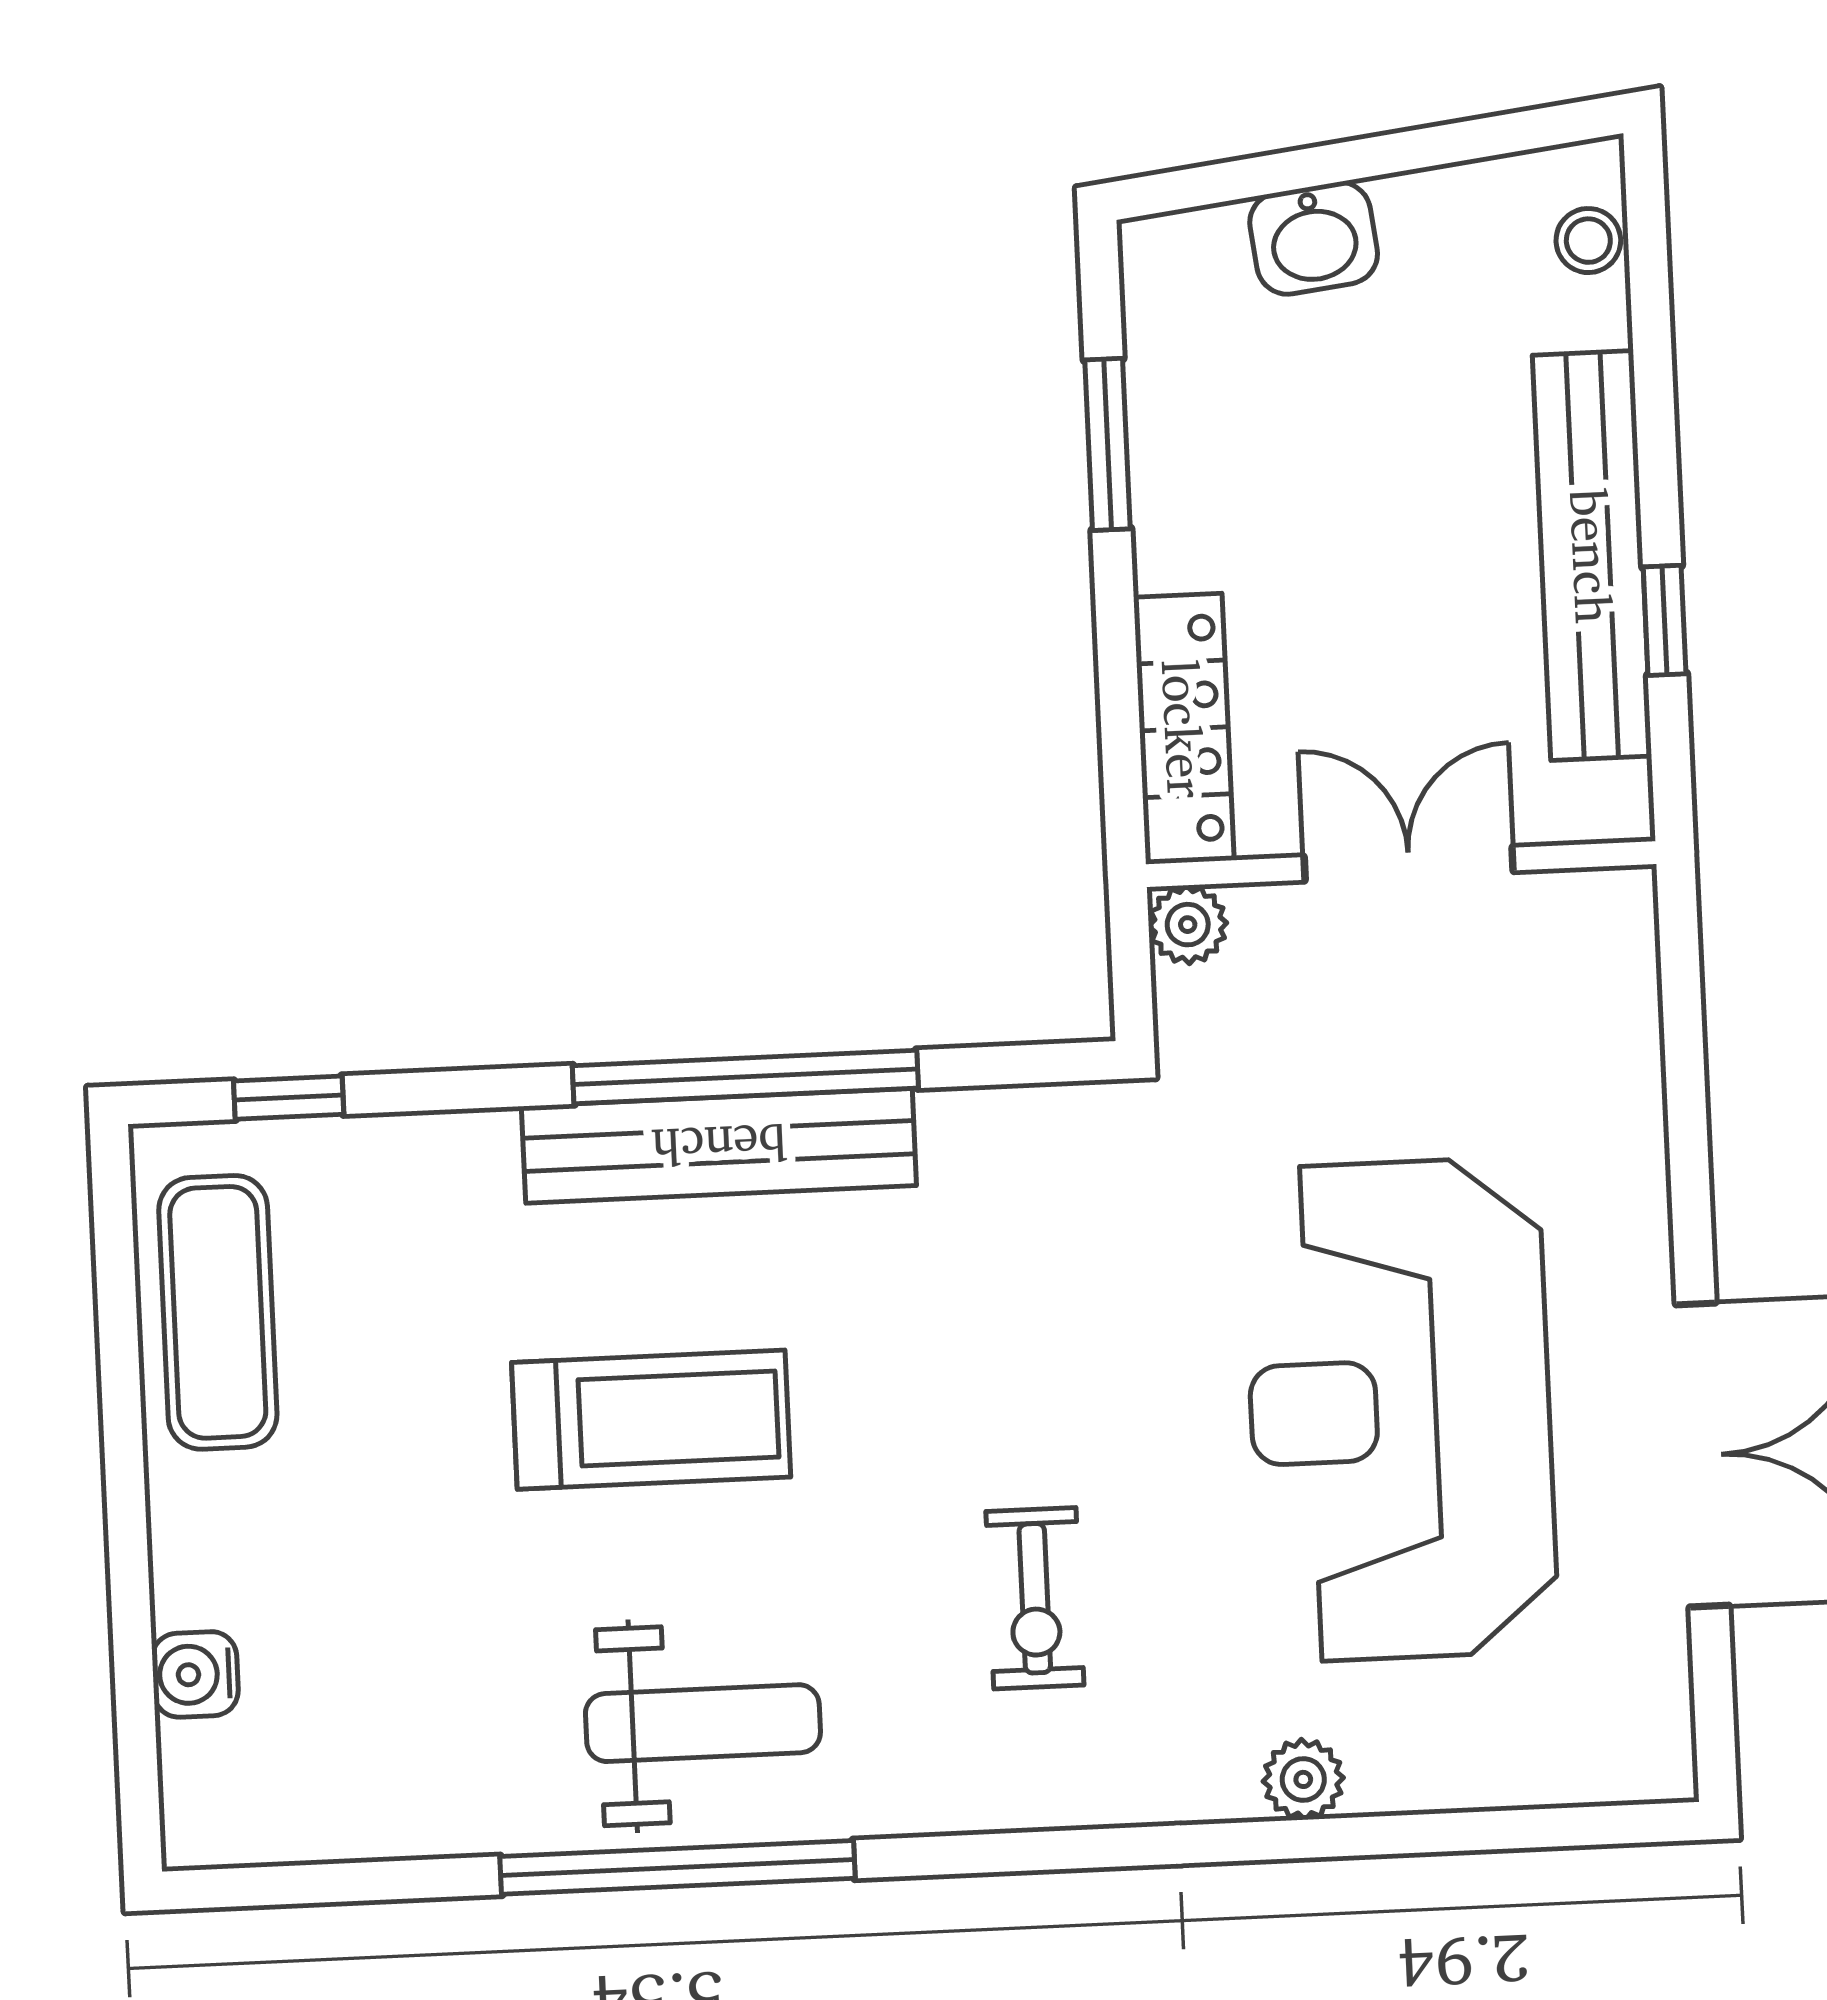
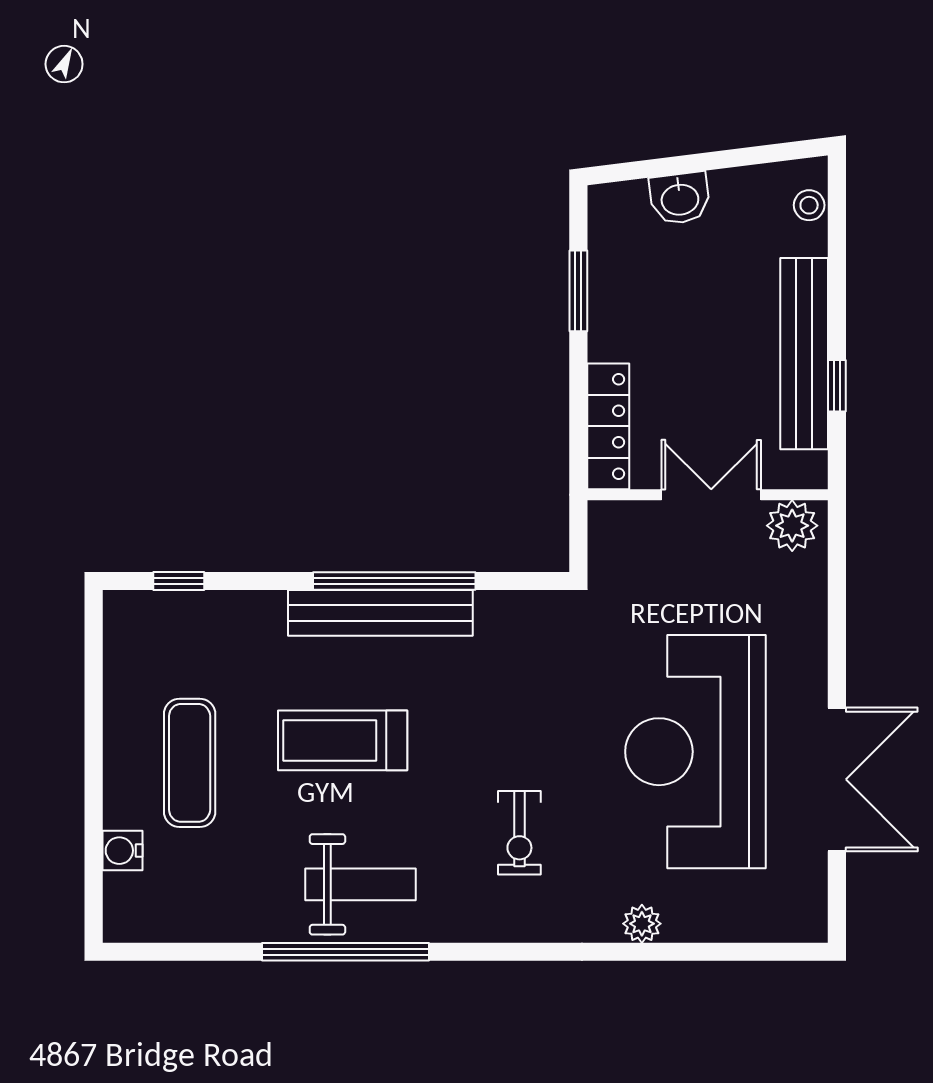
plant: (1188, 925) -> (792, 526), moved, width x1.38, depth x1.38
exercise mat: (218, 1312) -> (190, 763), moved
treadmill: (651, 1420) -> (343, 740), turned 180

